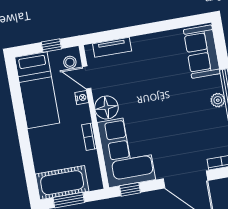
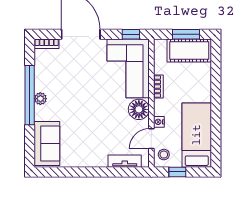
door: (87, 77) -> (151, 139), swing flipped

